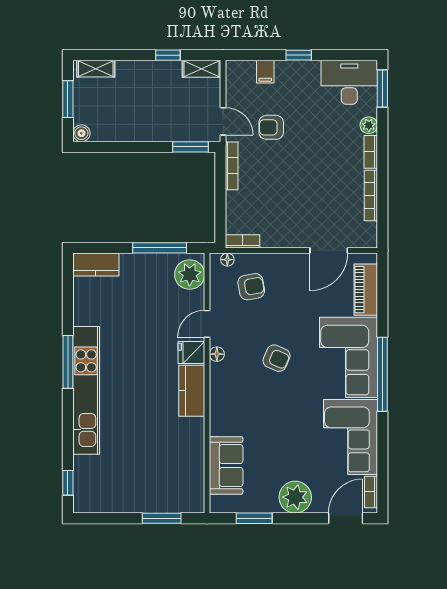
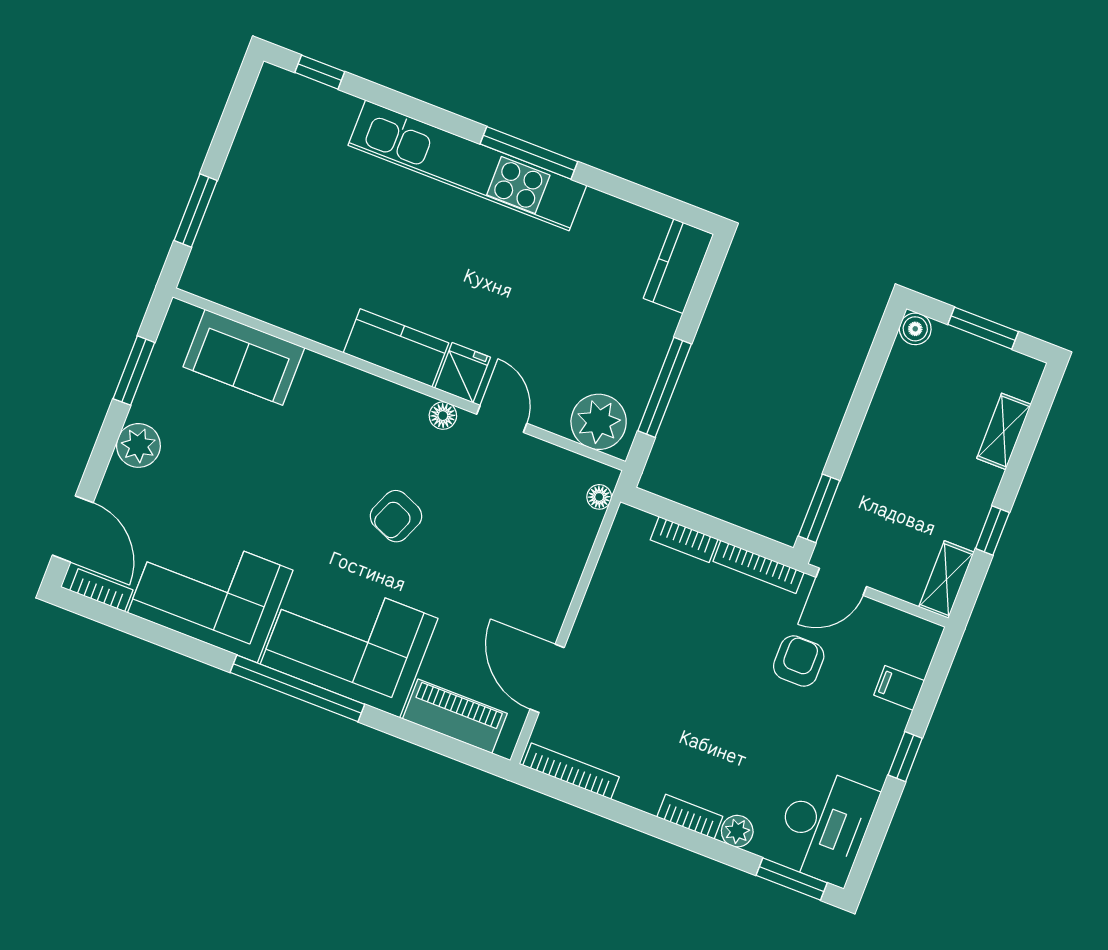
shelving: (96, 69) -> (1004, 431), moved
bookcase: (371, 196) -> (571, 771), moved
bookcase: (243, 241) -> (684, 540), moved, turned 90
armchair: (251, 287) -> (536, 520), removed
plant: (295, 497) -> (138, 445), width x0.73, depth x0.73

